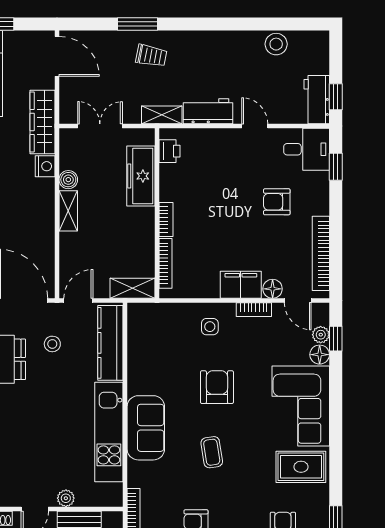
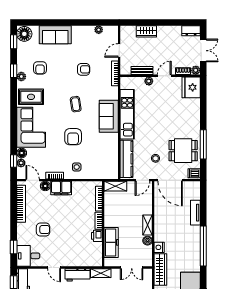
printer: (170, 151) -> (97, 236), moved
plant: (320, 507) -> (21, 77), added

